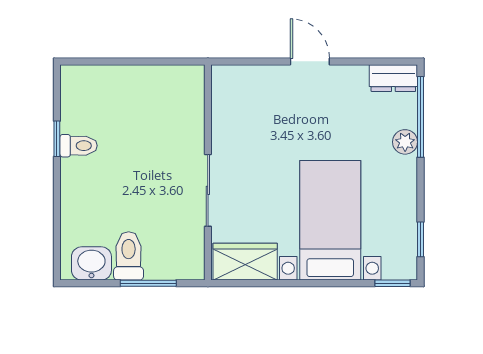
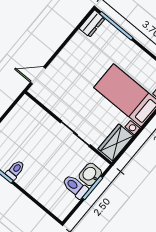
door: (310, 61) -> (38, 75), moved
plant: (405, 142) -> (121, 40), removed
washbasin: (91, 263) -> (90, 174), moved

